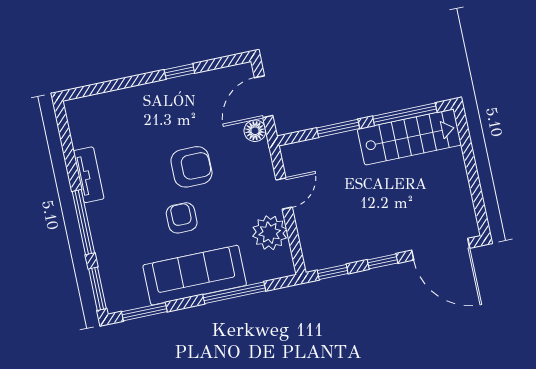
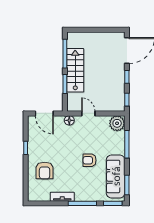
floor lamp: (255, 131) -> (69, 120), moved
stairs: (409, 137) -> (75, 70), moved
armchair: (191, 167) -> (45, 171), moved, turned 180
plant: (270, 233) -> (117, 123), moved
sofa: (195, 275) -> (116, 176), moved

